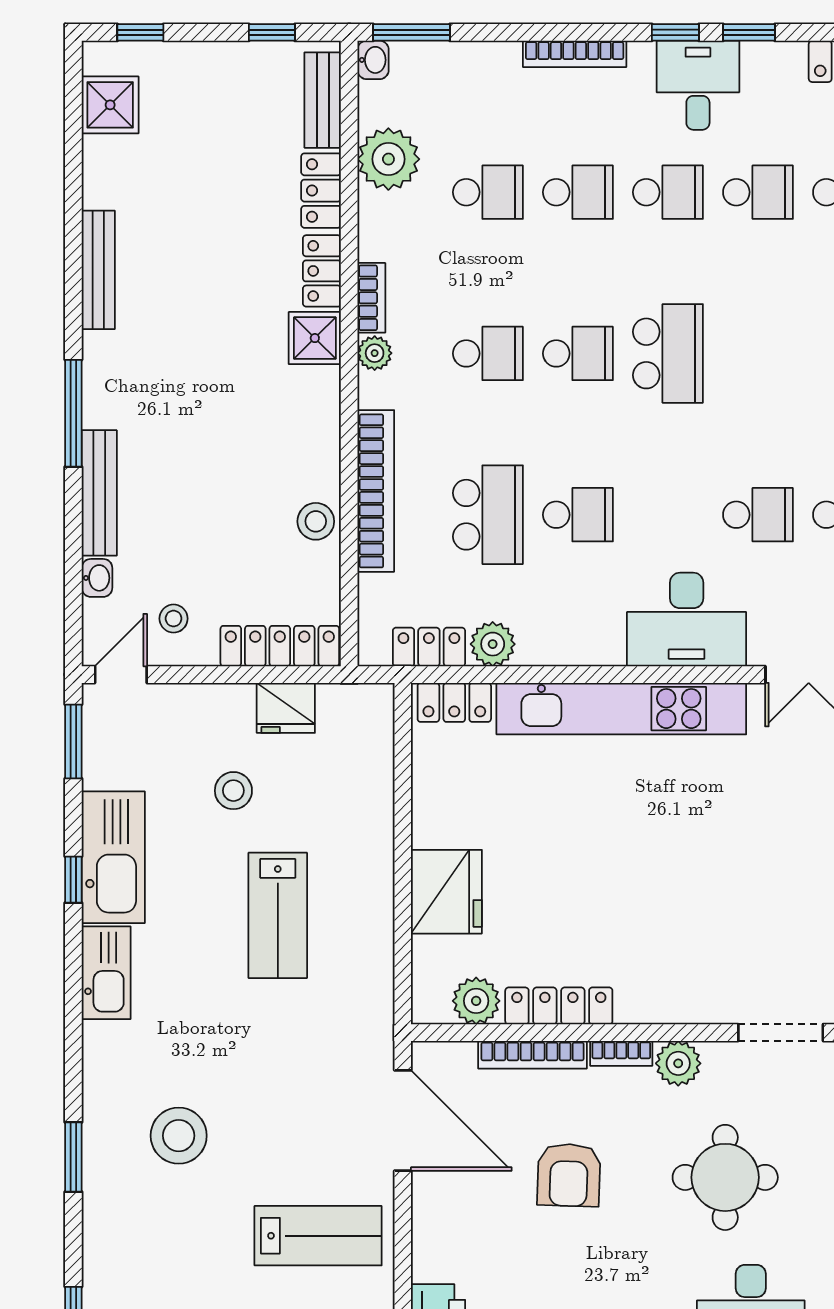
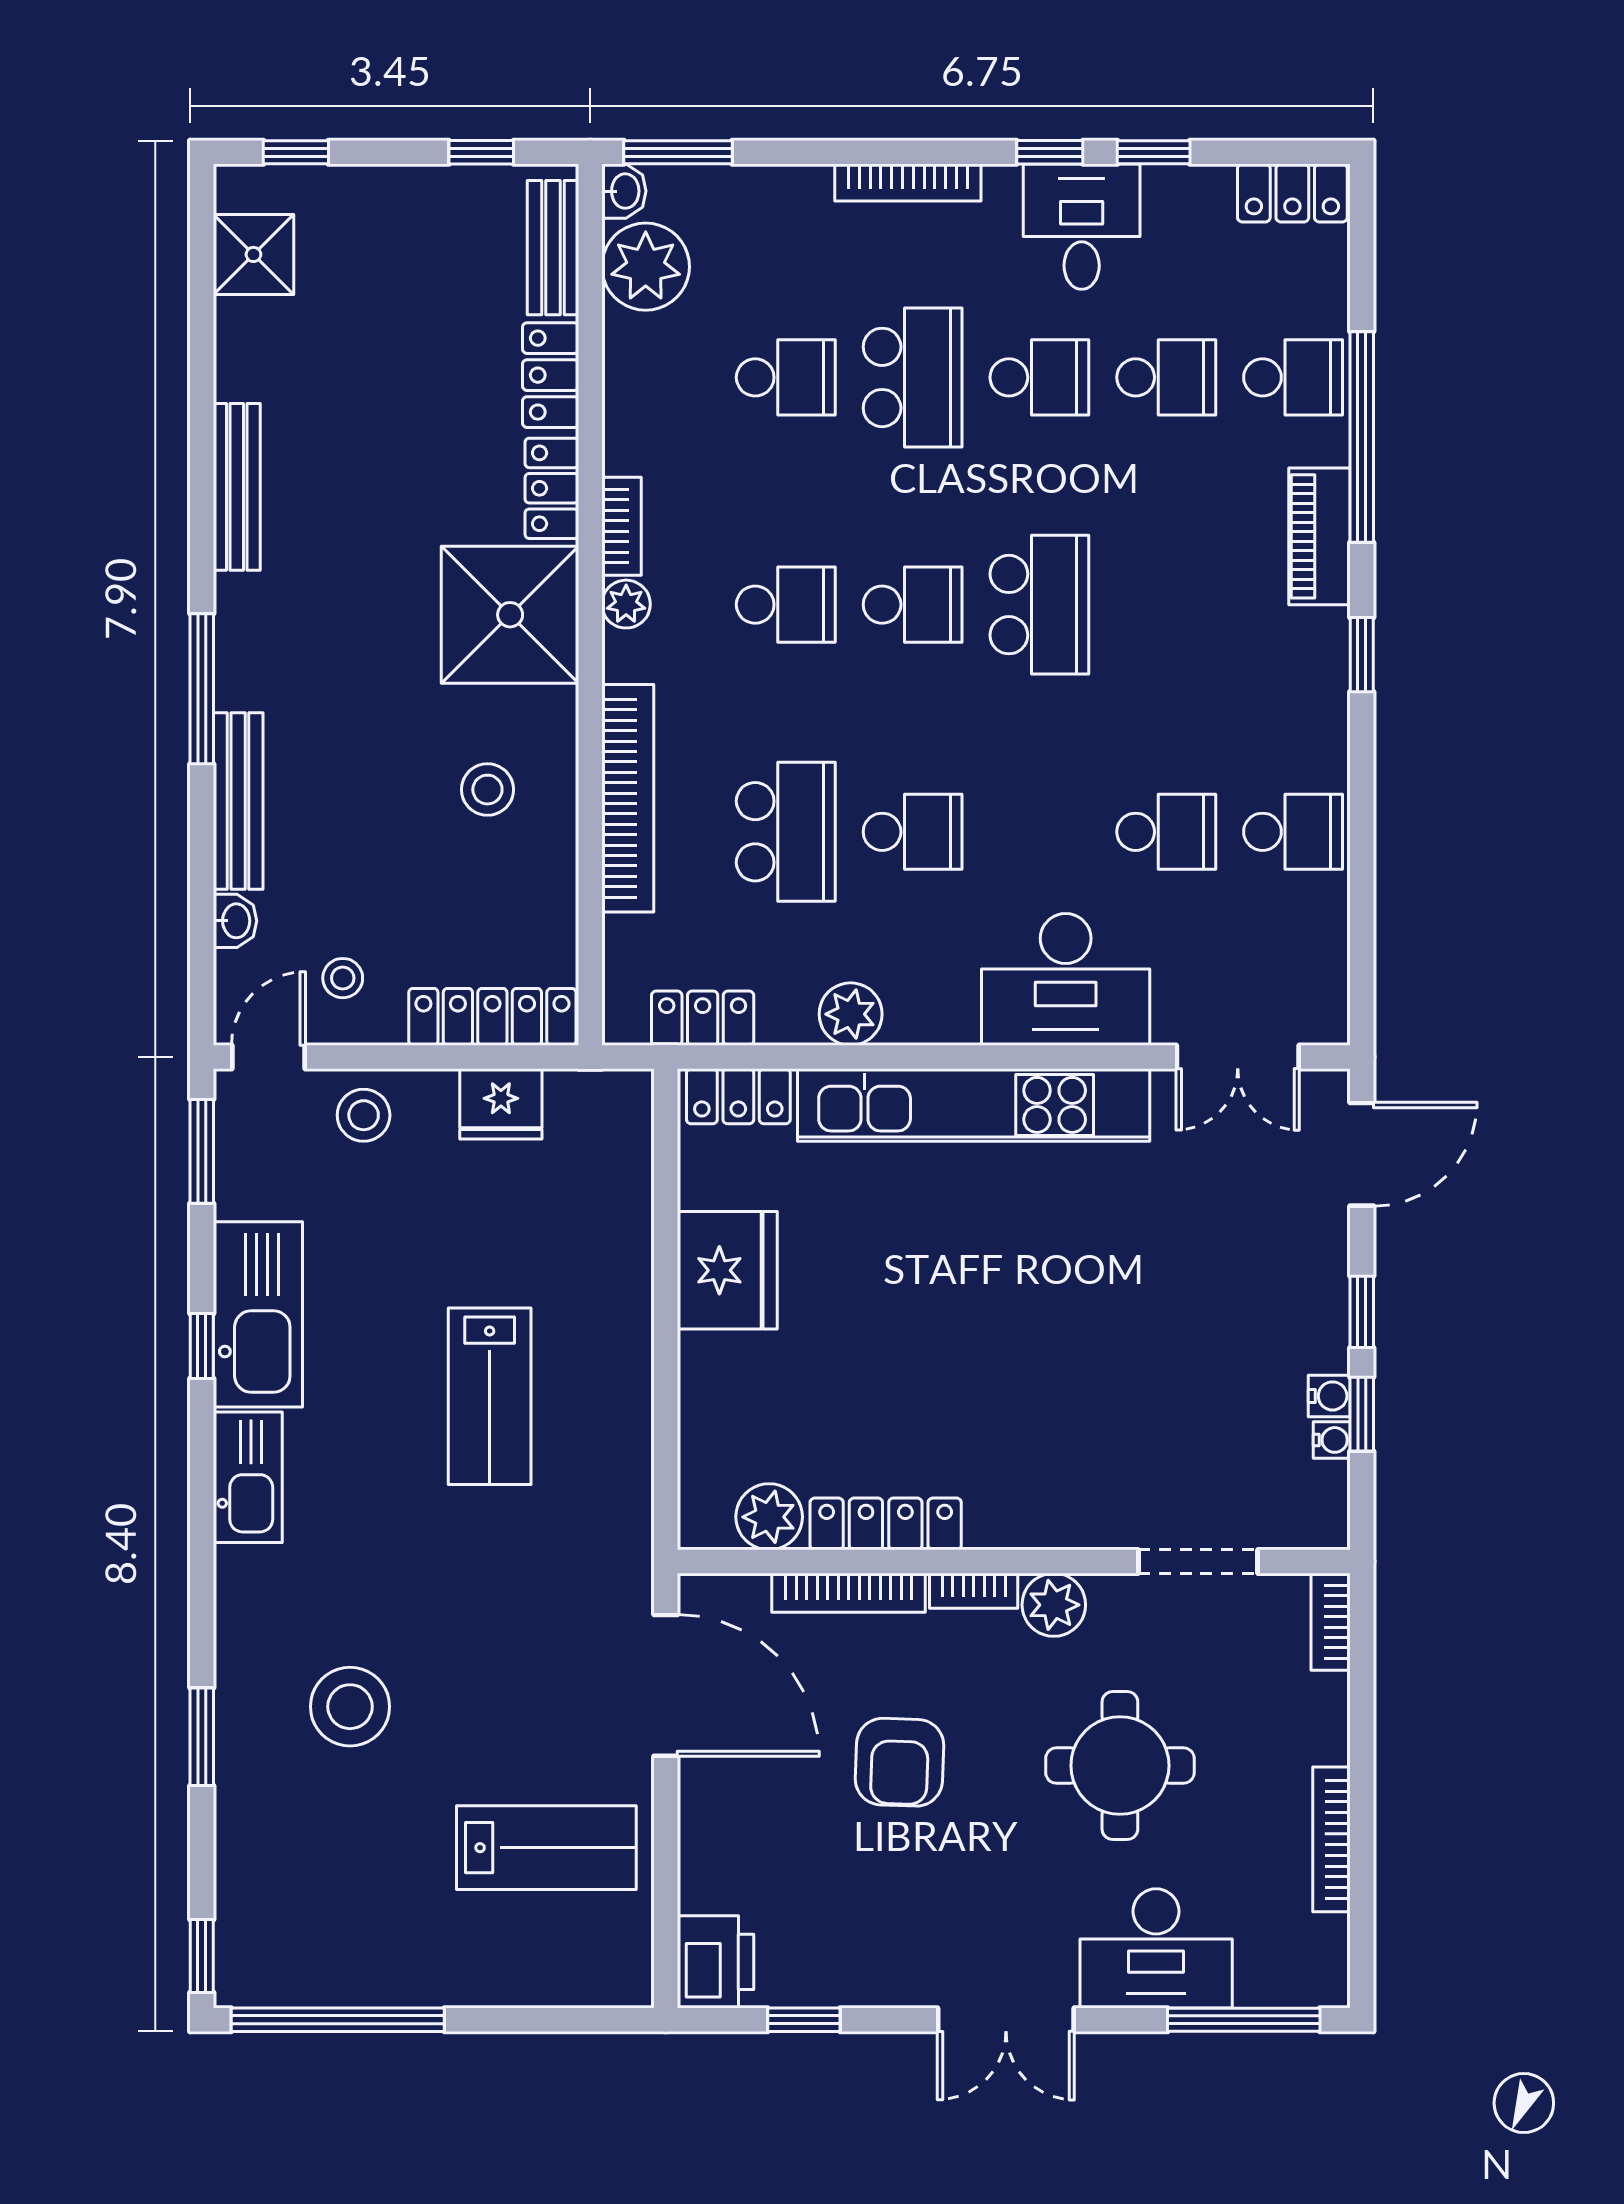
plant: (388, 159) -> (646, 267), moved
school desk: (578, 192) -> (913, 377), width x1.85
shower: (315, 338) -> (510, 615), width x1.86, depth x1.86
stool: (316, 521) -> (487, 790), moved
plant: (493, 644) -> (851, 1014), moved
stool: (233, 791) -> (364, 1115), moved
fridge: (446, 892) -> (727, 1270), moved

